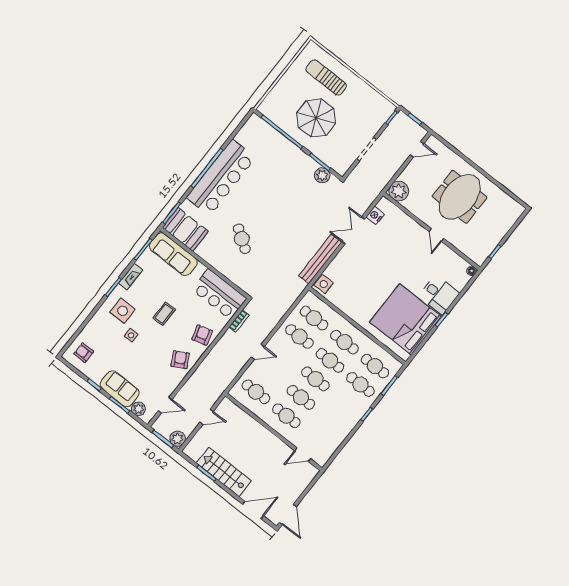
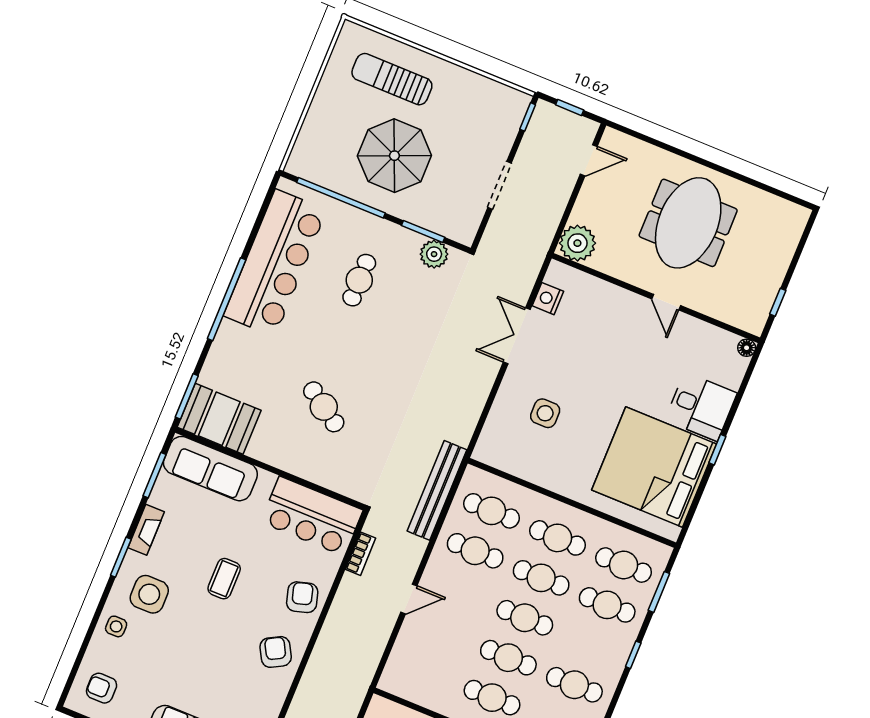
bar counter: (221, 178) -> (275, 263), moved
cafe table: (279, 178) -> (359, 280), added
bench: (320, 259) -> (437, 490), moved
side table: (324, 284) -> (545, 413), moved
side table: (131, 335) -> (116, 626), moved
cafe table: (256, 392) -> (574, 685), moved

